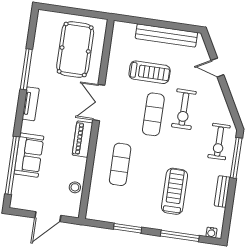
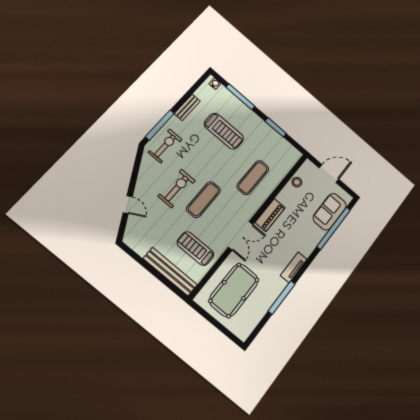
bench: (166, 35) -> (170, 272), moved
treadmill: (150, 72) -> (195, 249), moved
sofa: (29, 155) -> (330, 212), moved
treadmill: (175, 191) -> (224, 131), turned -90

